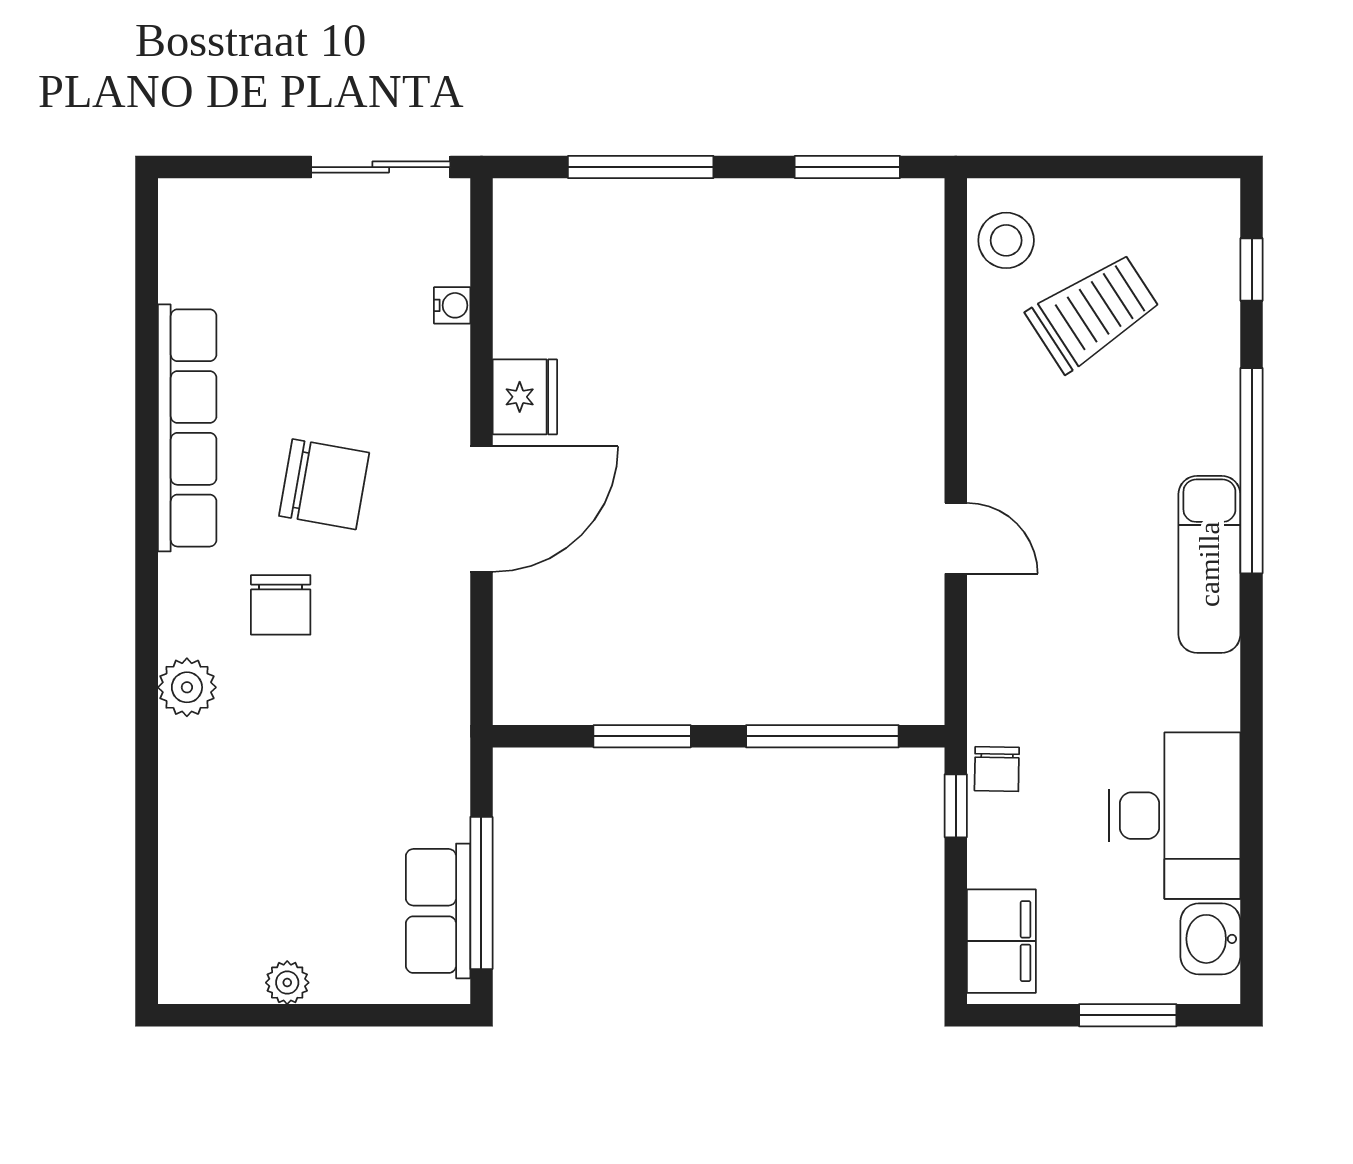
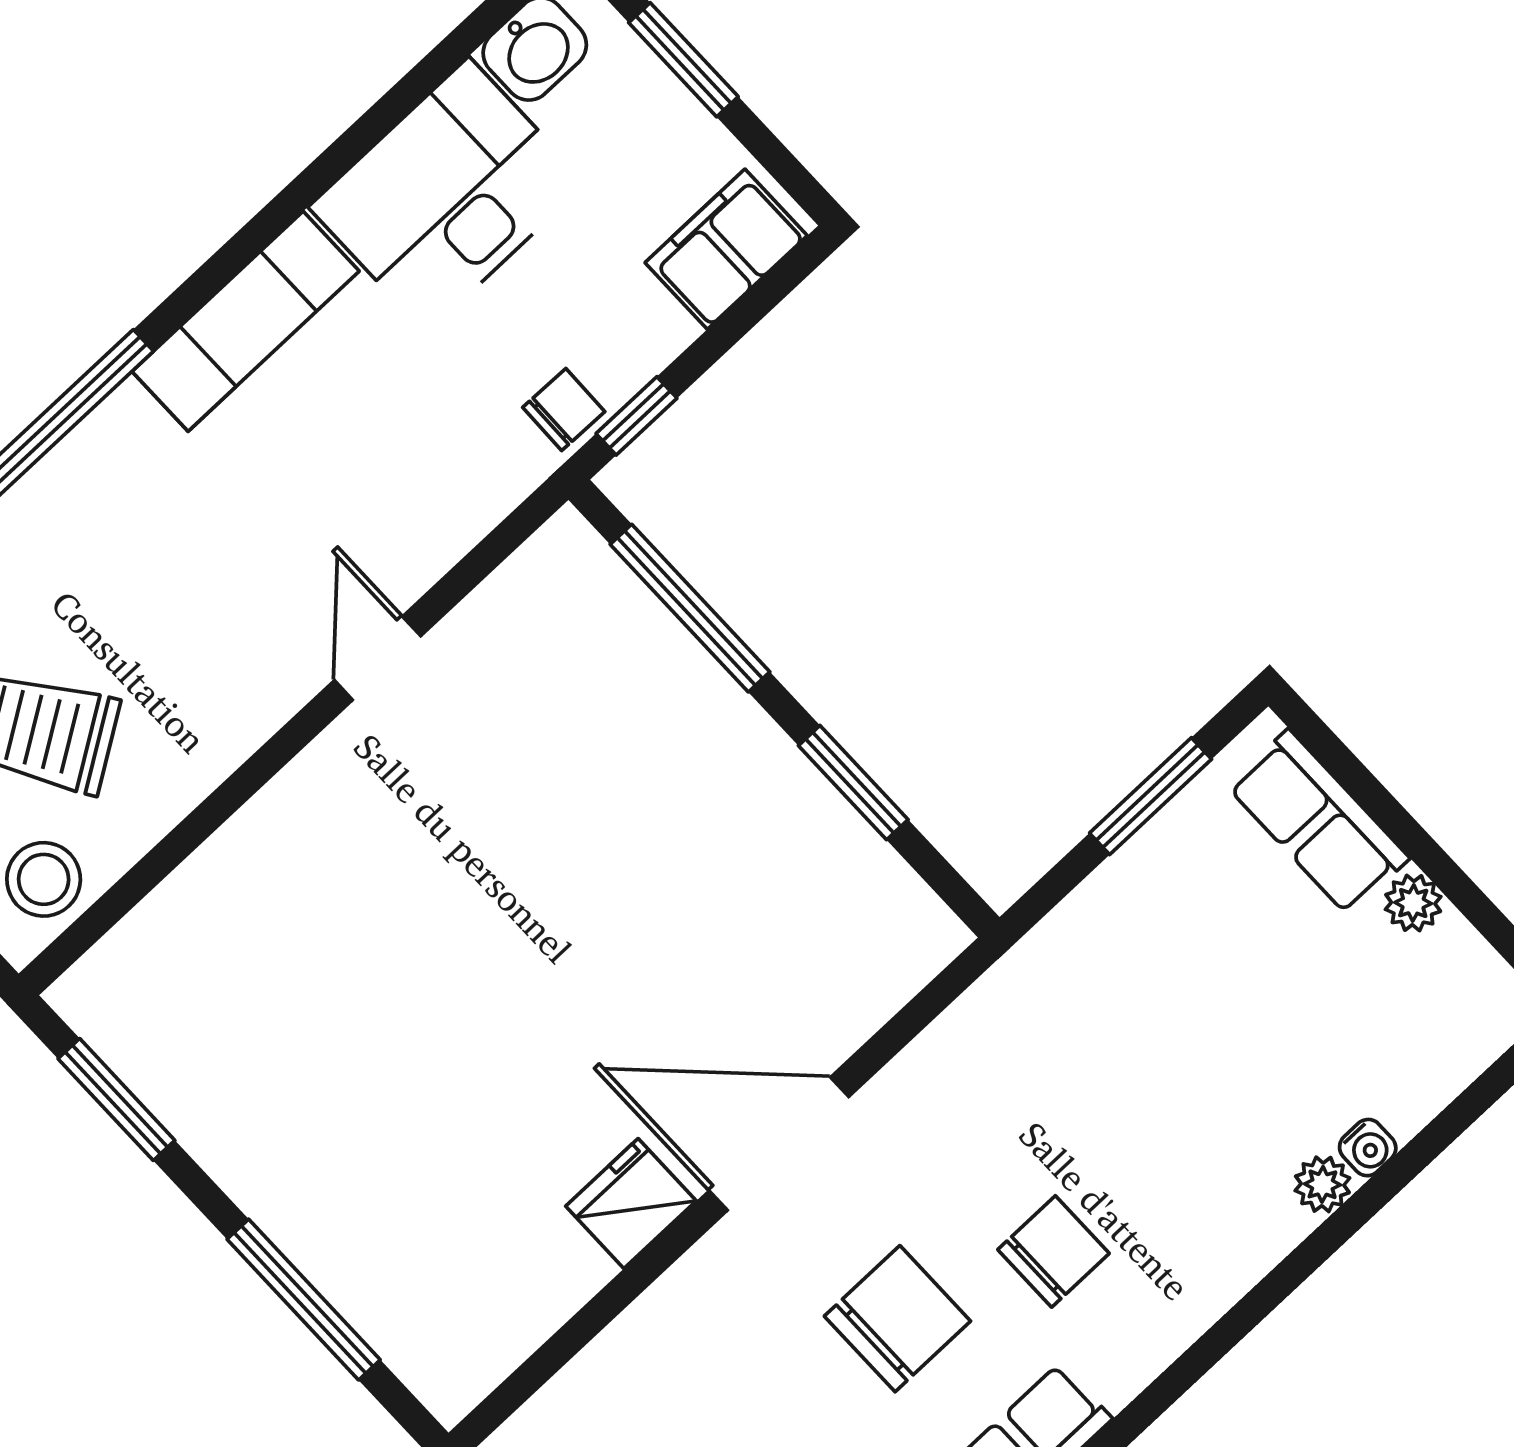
water cooler: (452, 305) -> (1368, 1148), moved, turned 180
chair: (324, 484) -> (897, 1319), turned 80
exam couch: (1209, 564) -> (246, 321), moved
plant: (187, 687) -> (1322, 1184), moved, width x0.73, depth x0.73
window: (481, 893) -> (1151, 796), width x0.69
row of seats: (438, 911) -> (1318, 822), moved, turned 90

